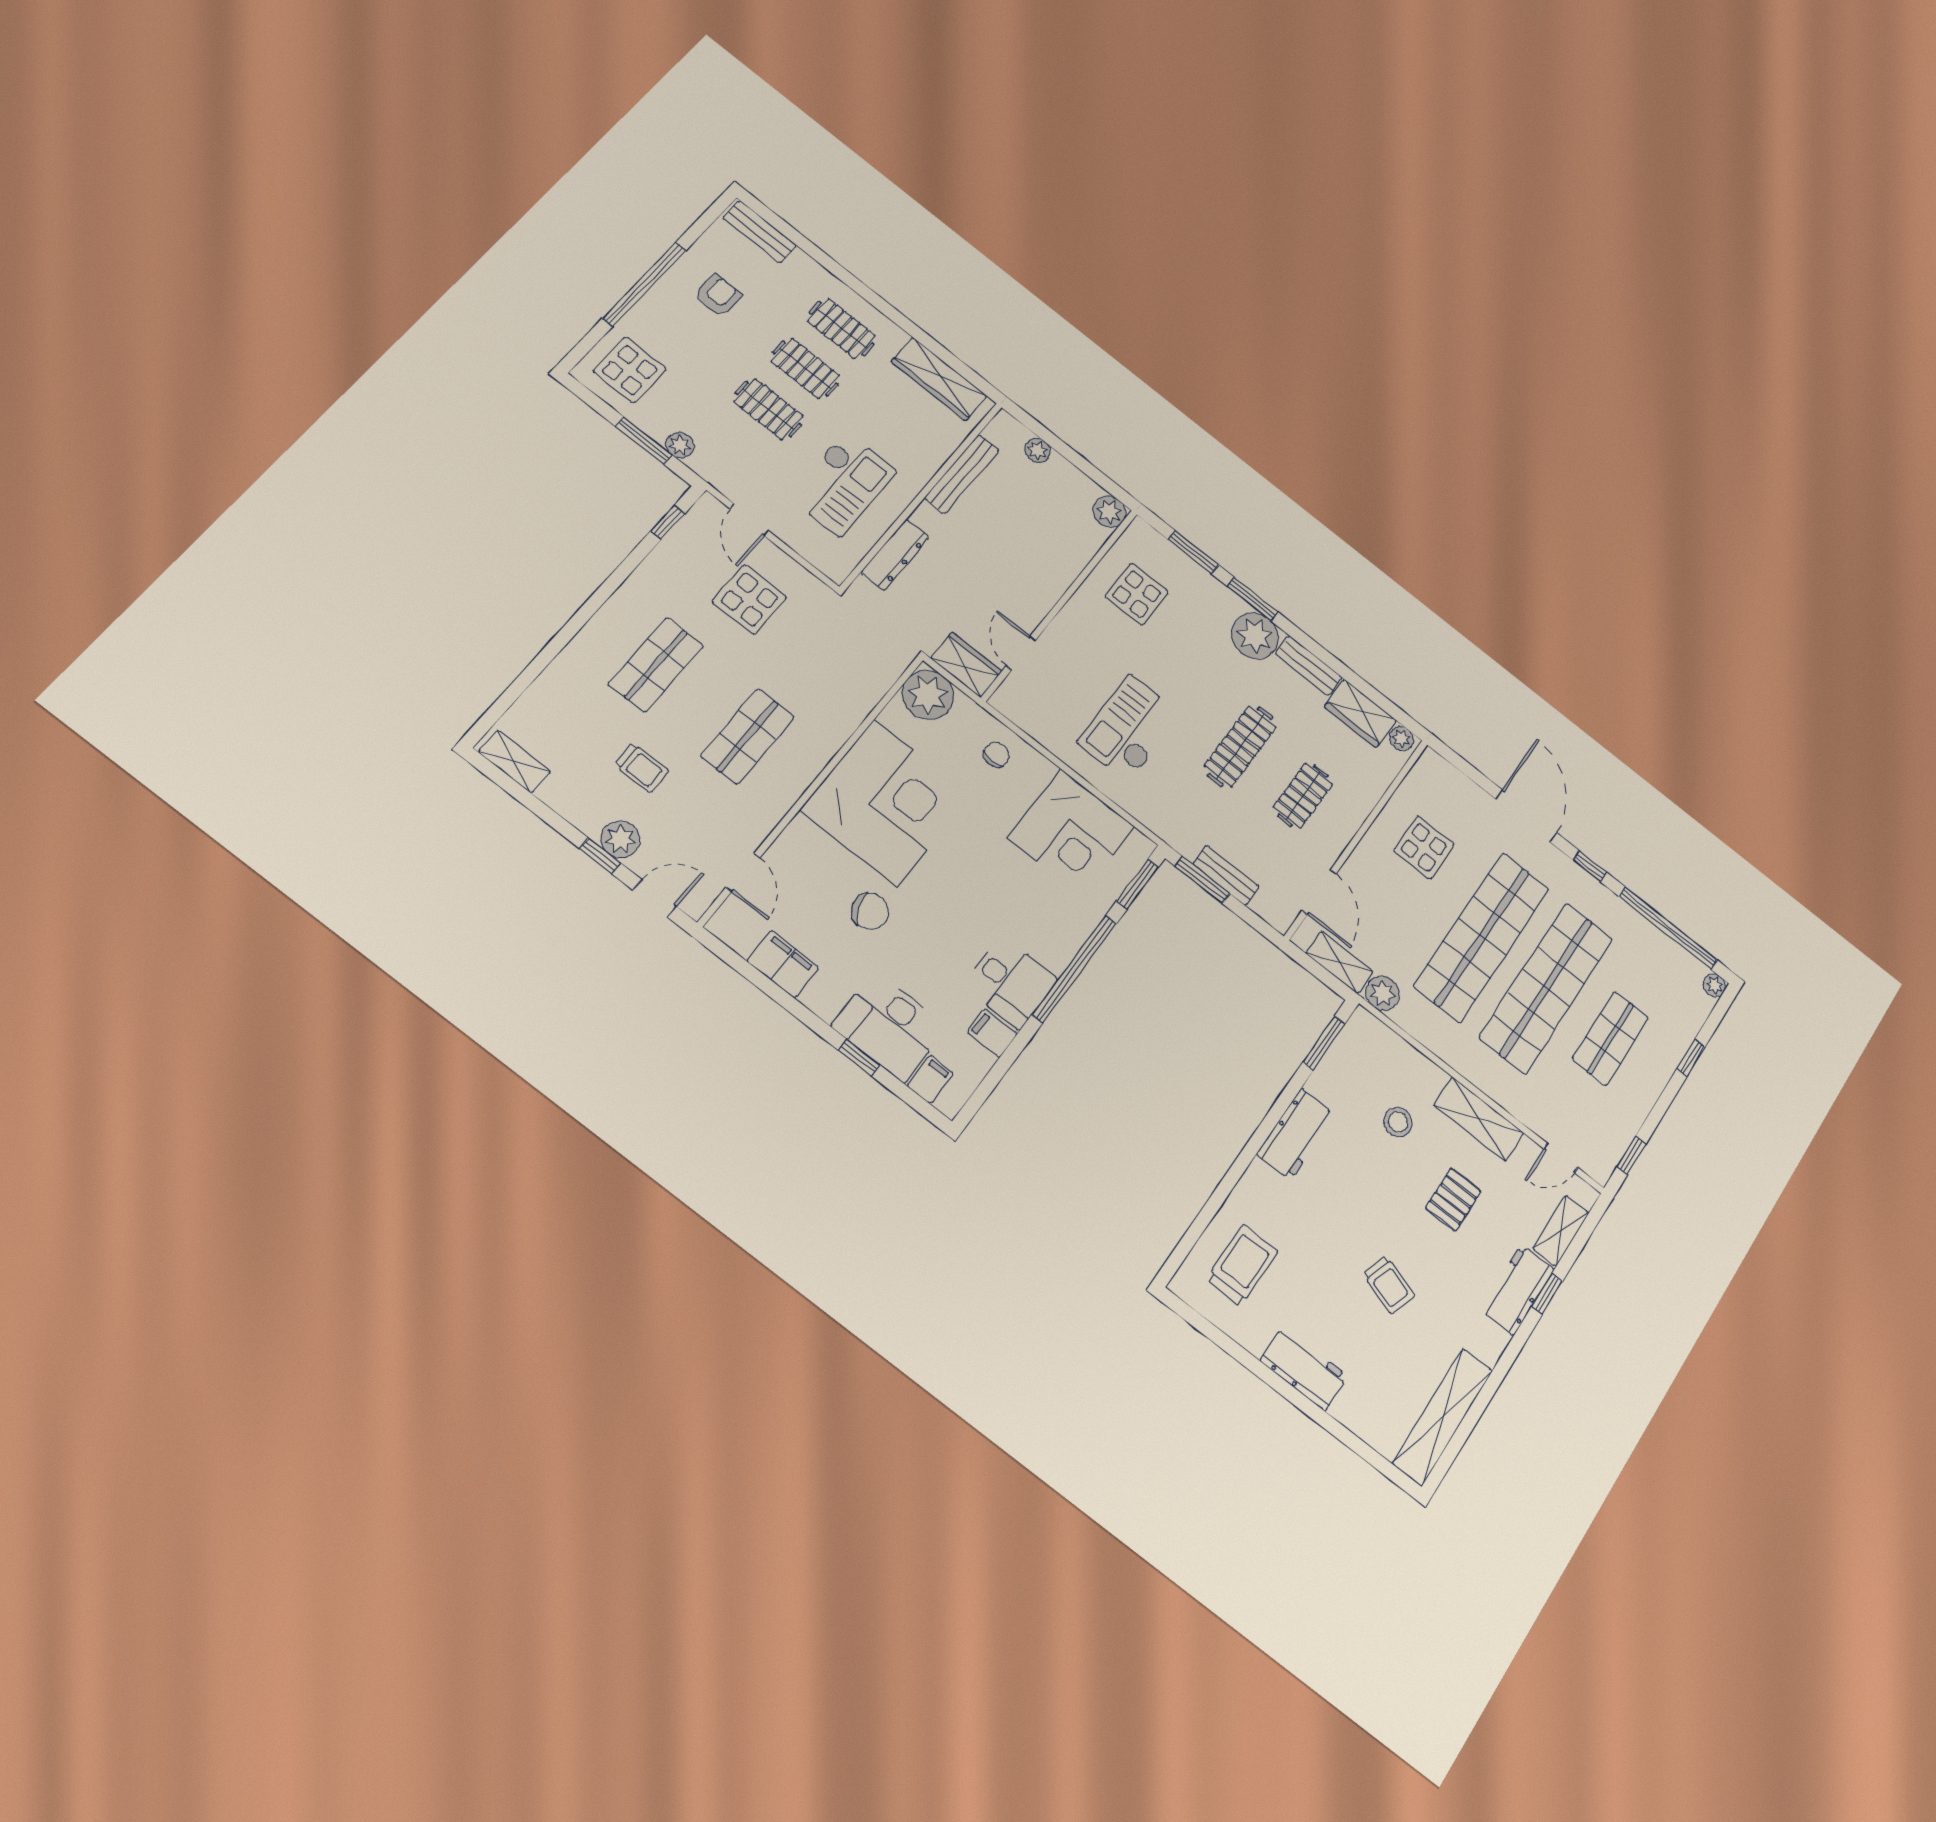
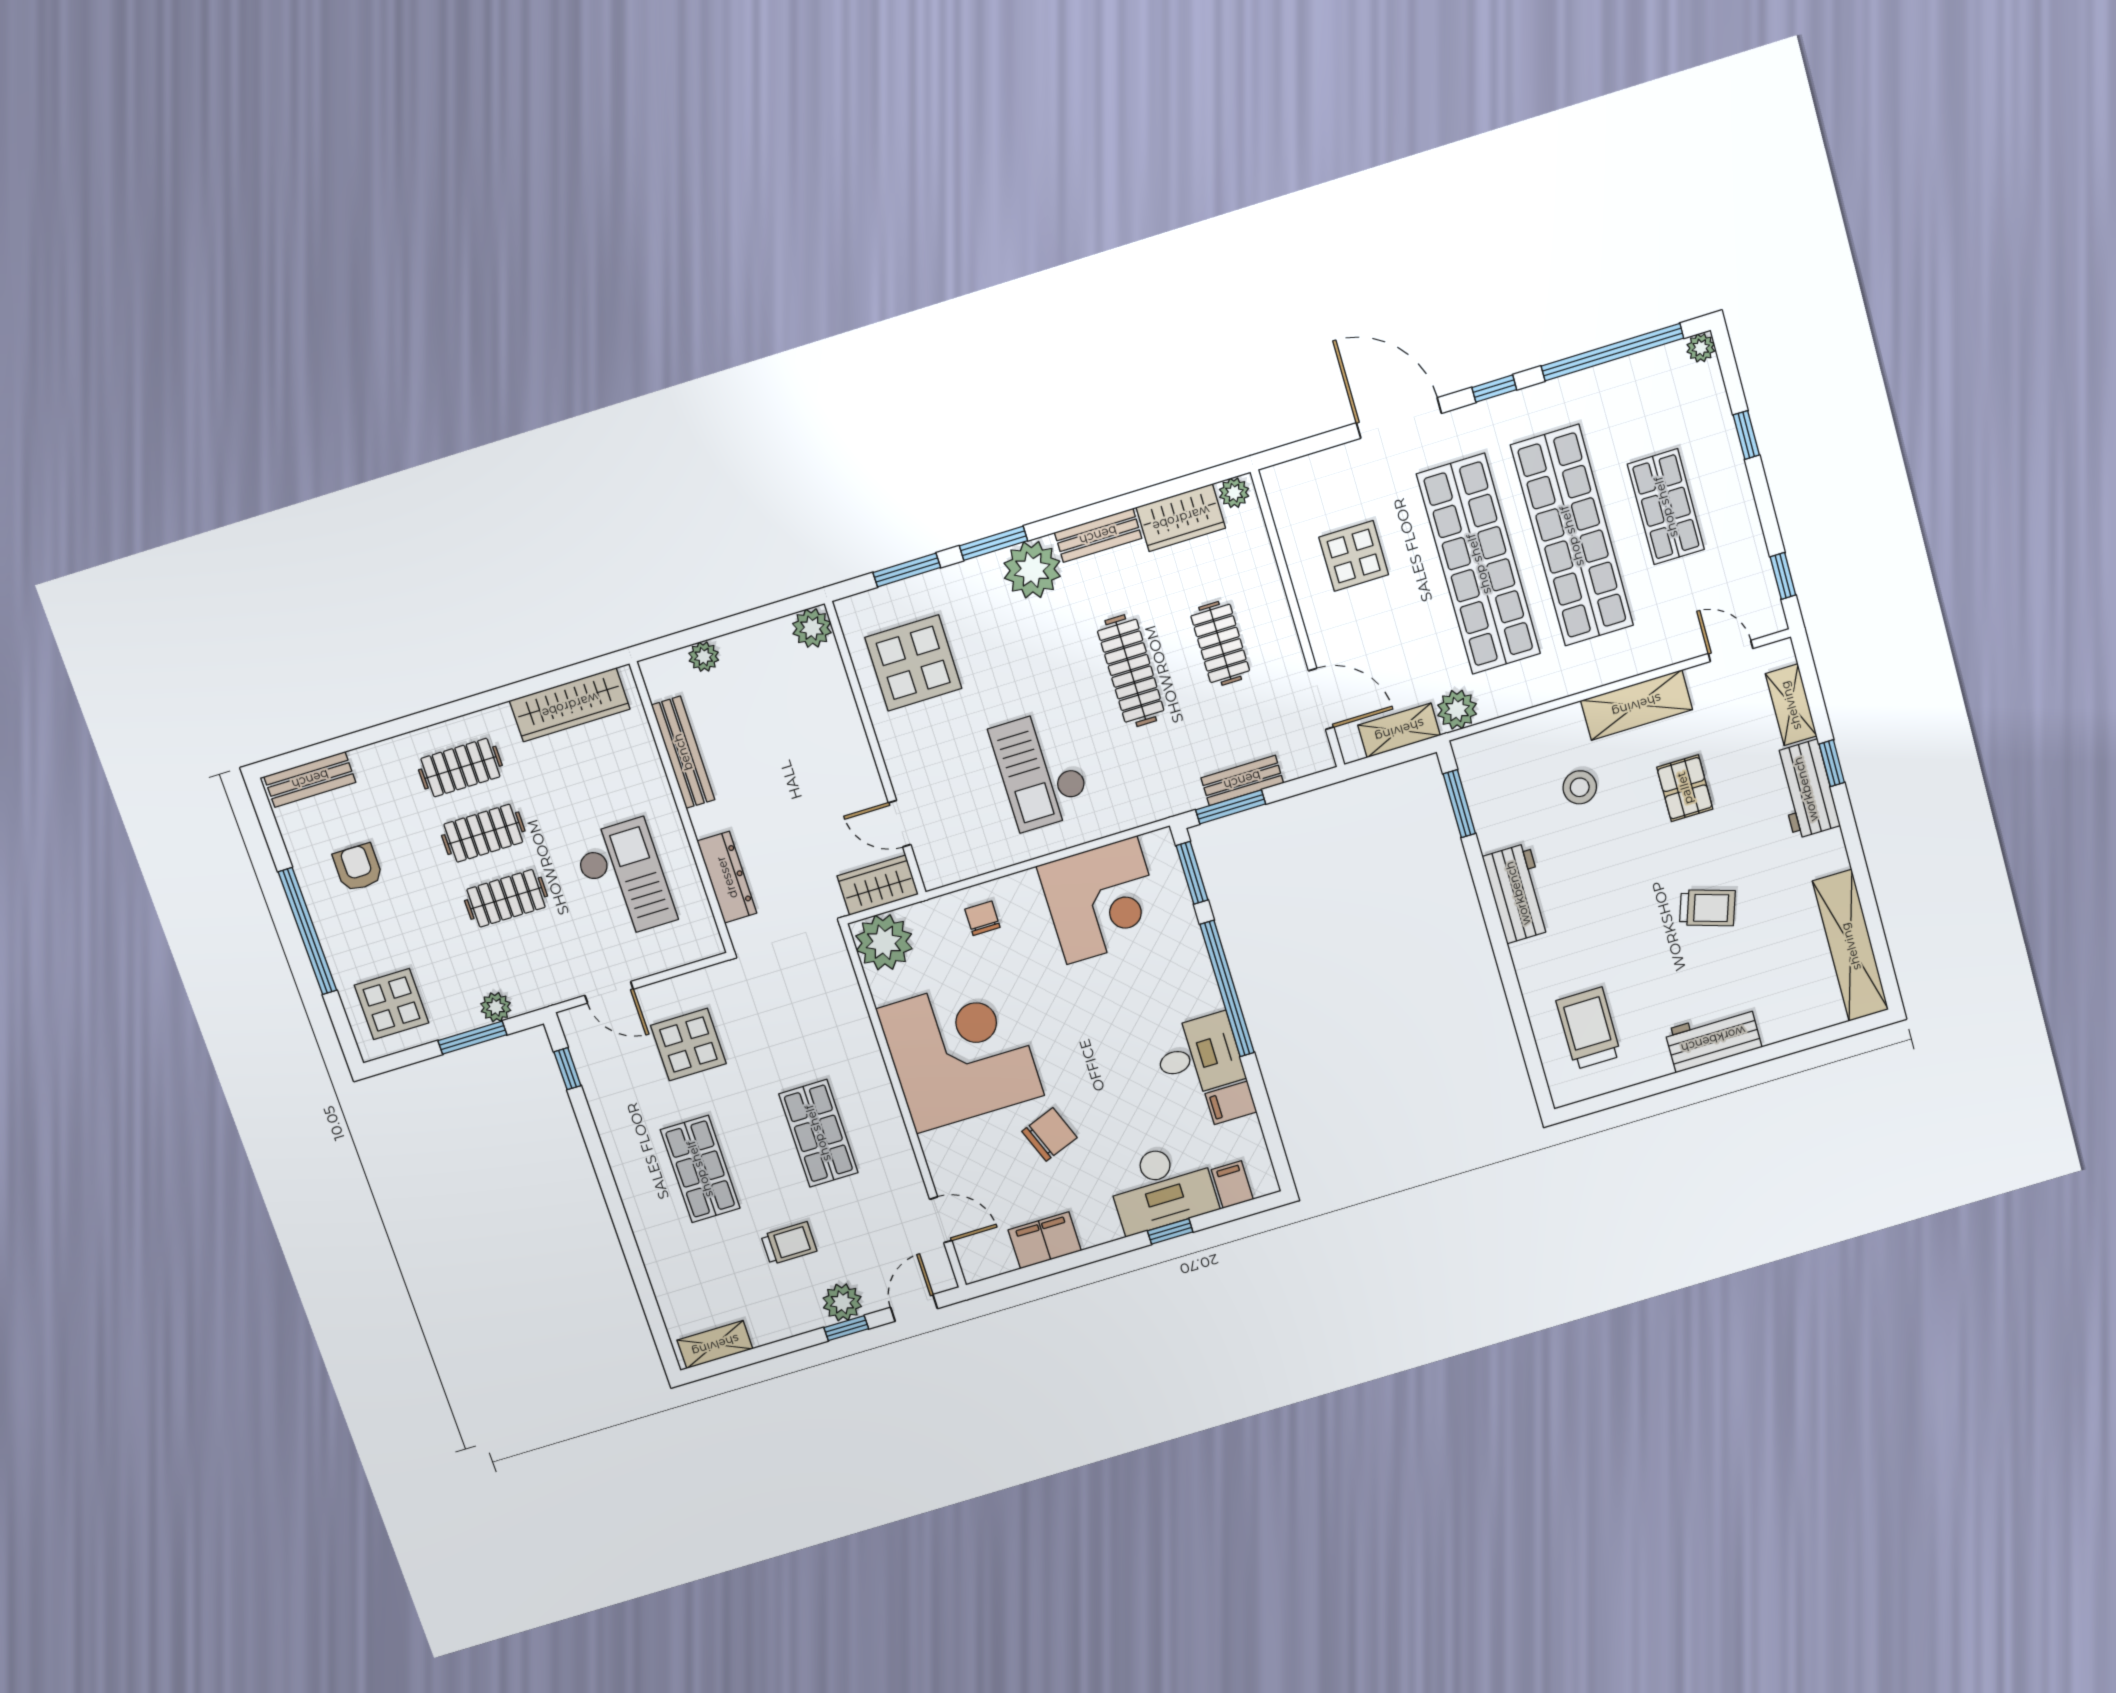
display table: (1137, 594) -> (913, 663), width x1.36, depth x1.36
door: (1561, 1158) -> (1731, 651), swing flipped

